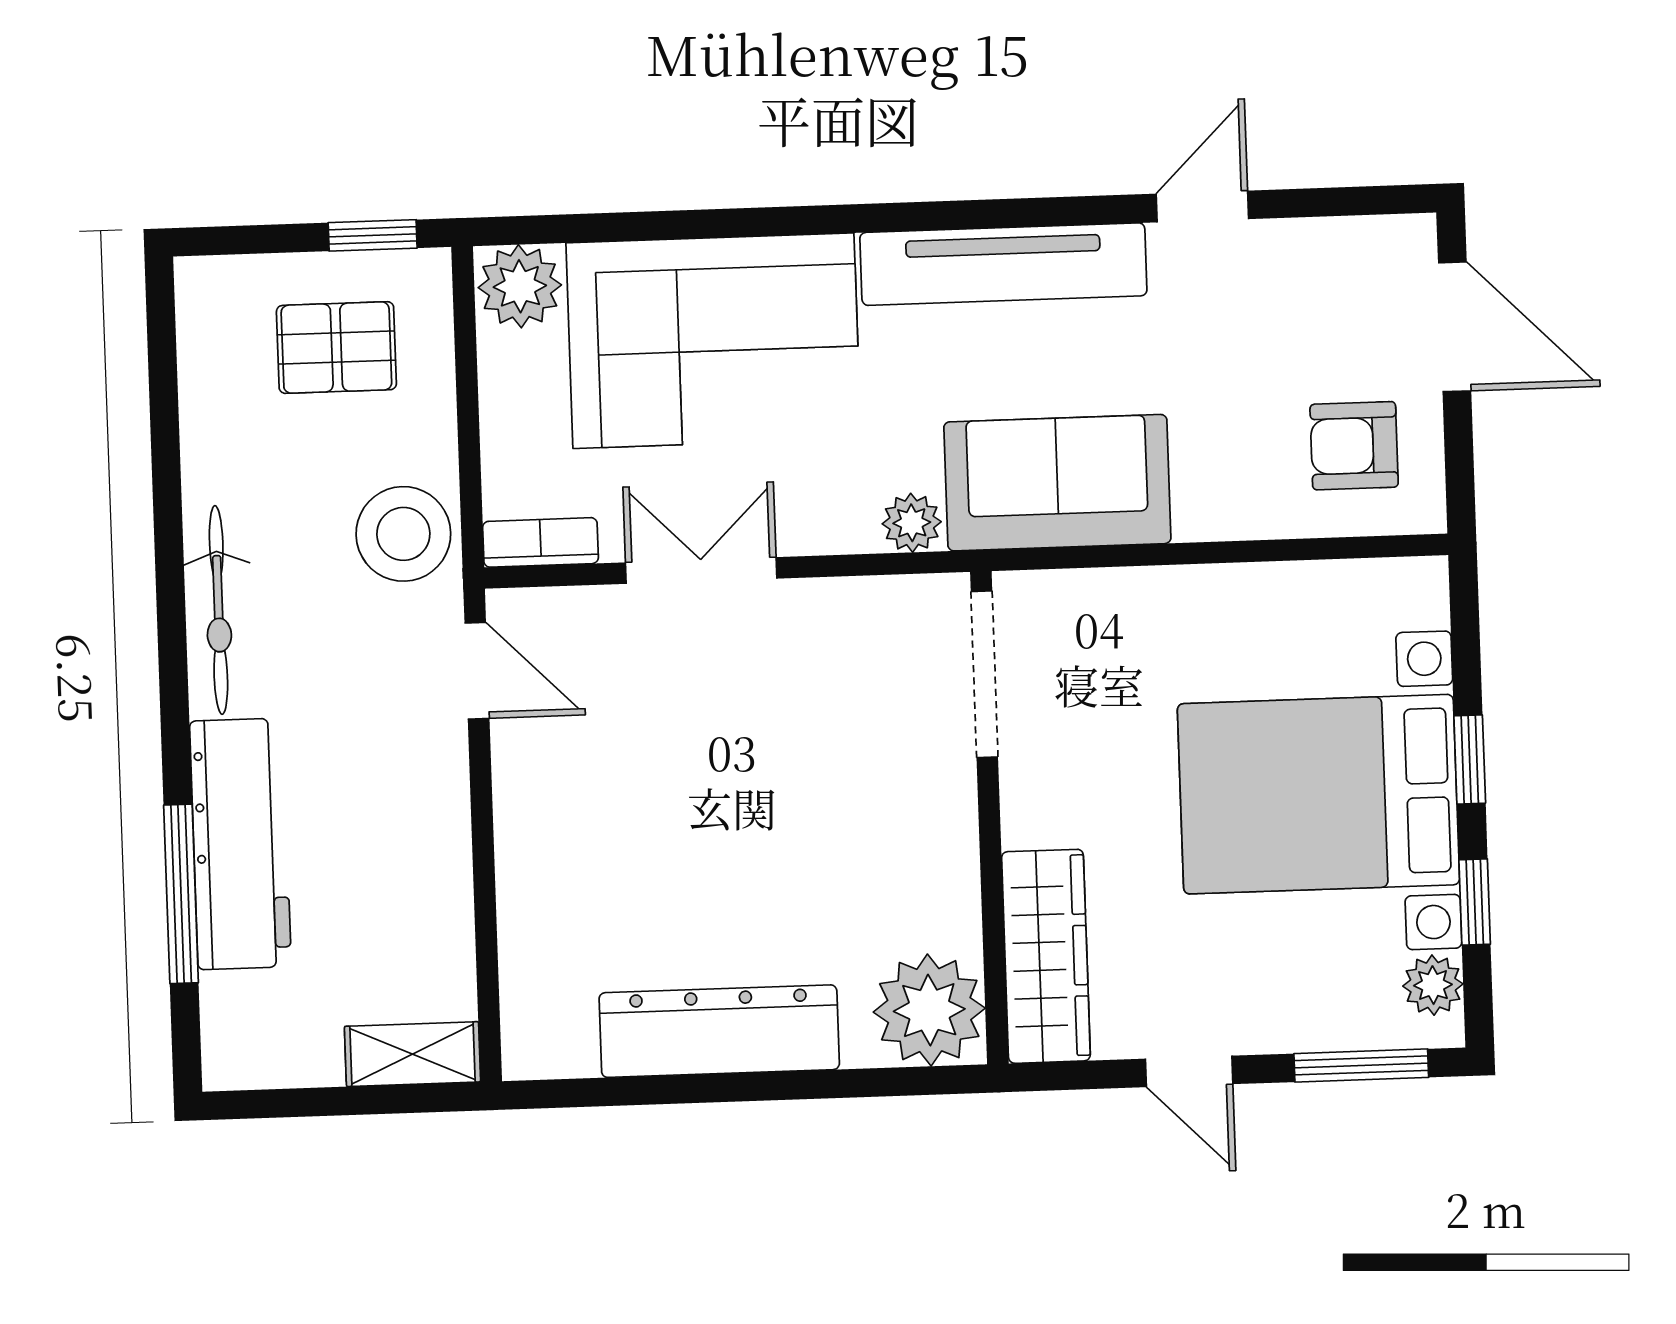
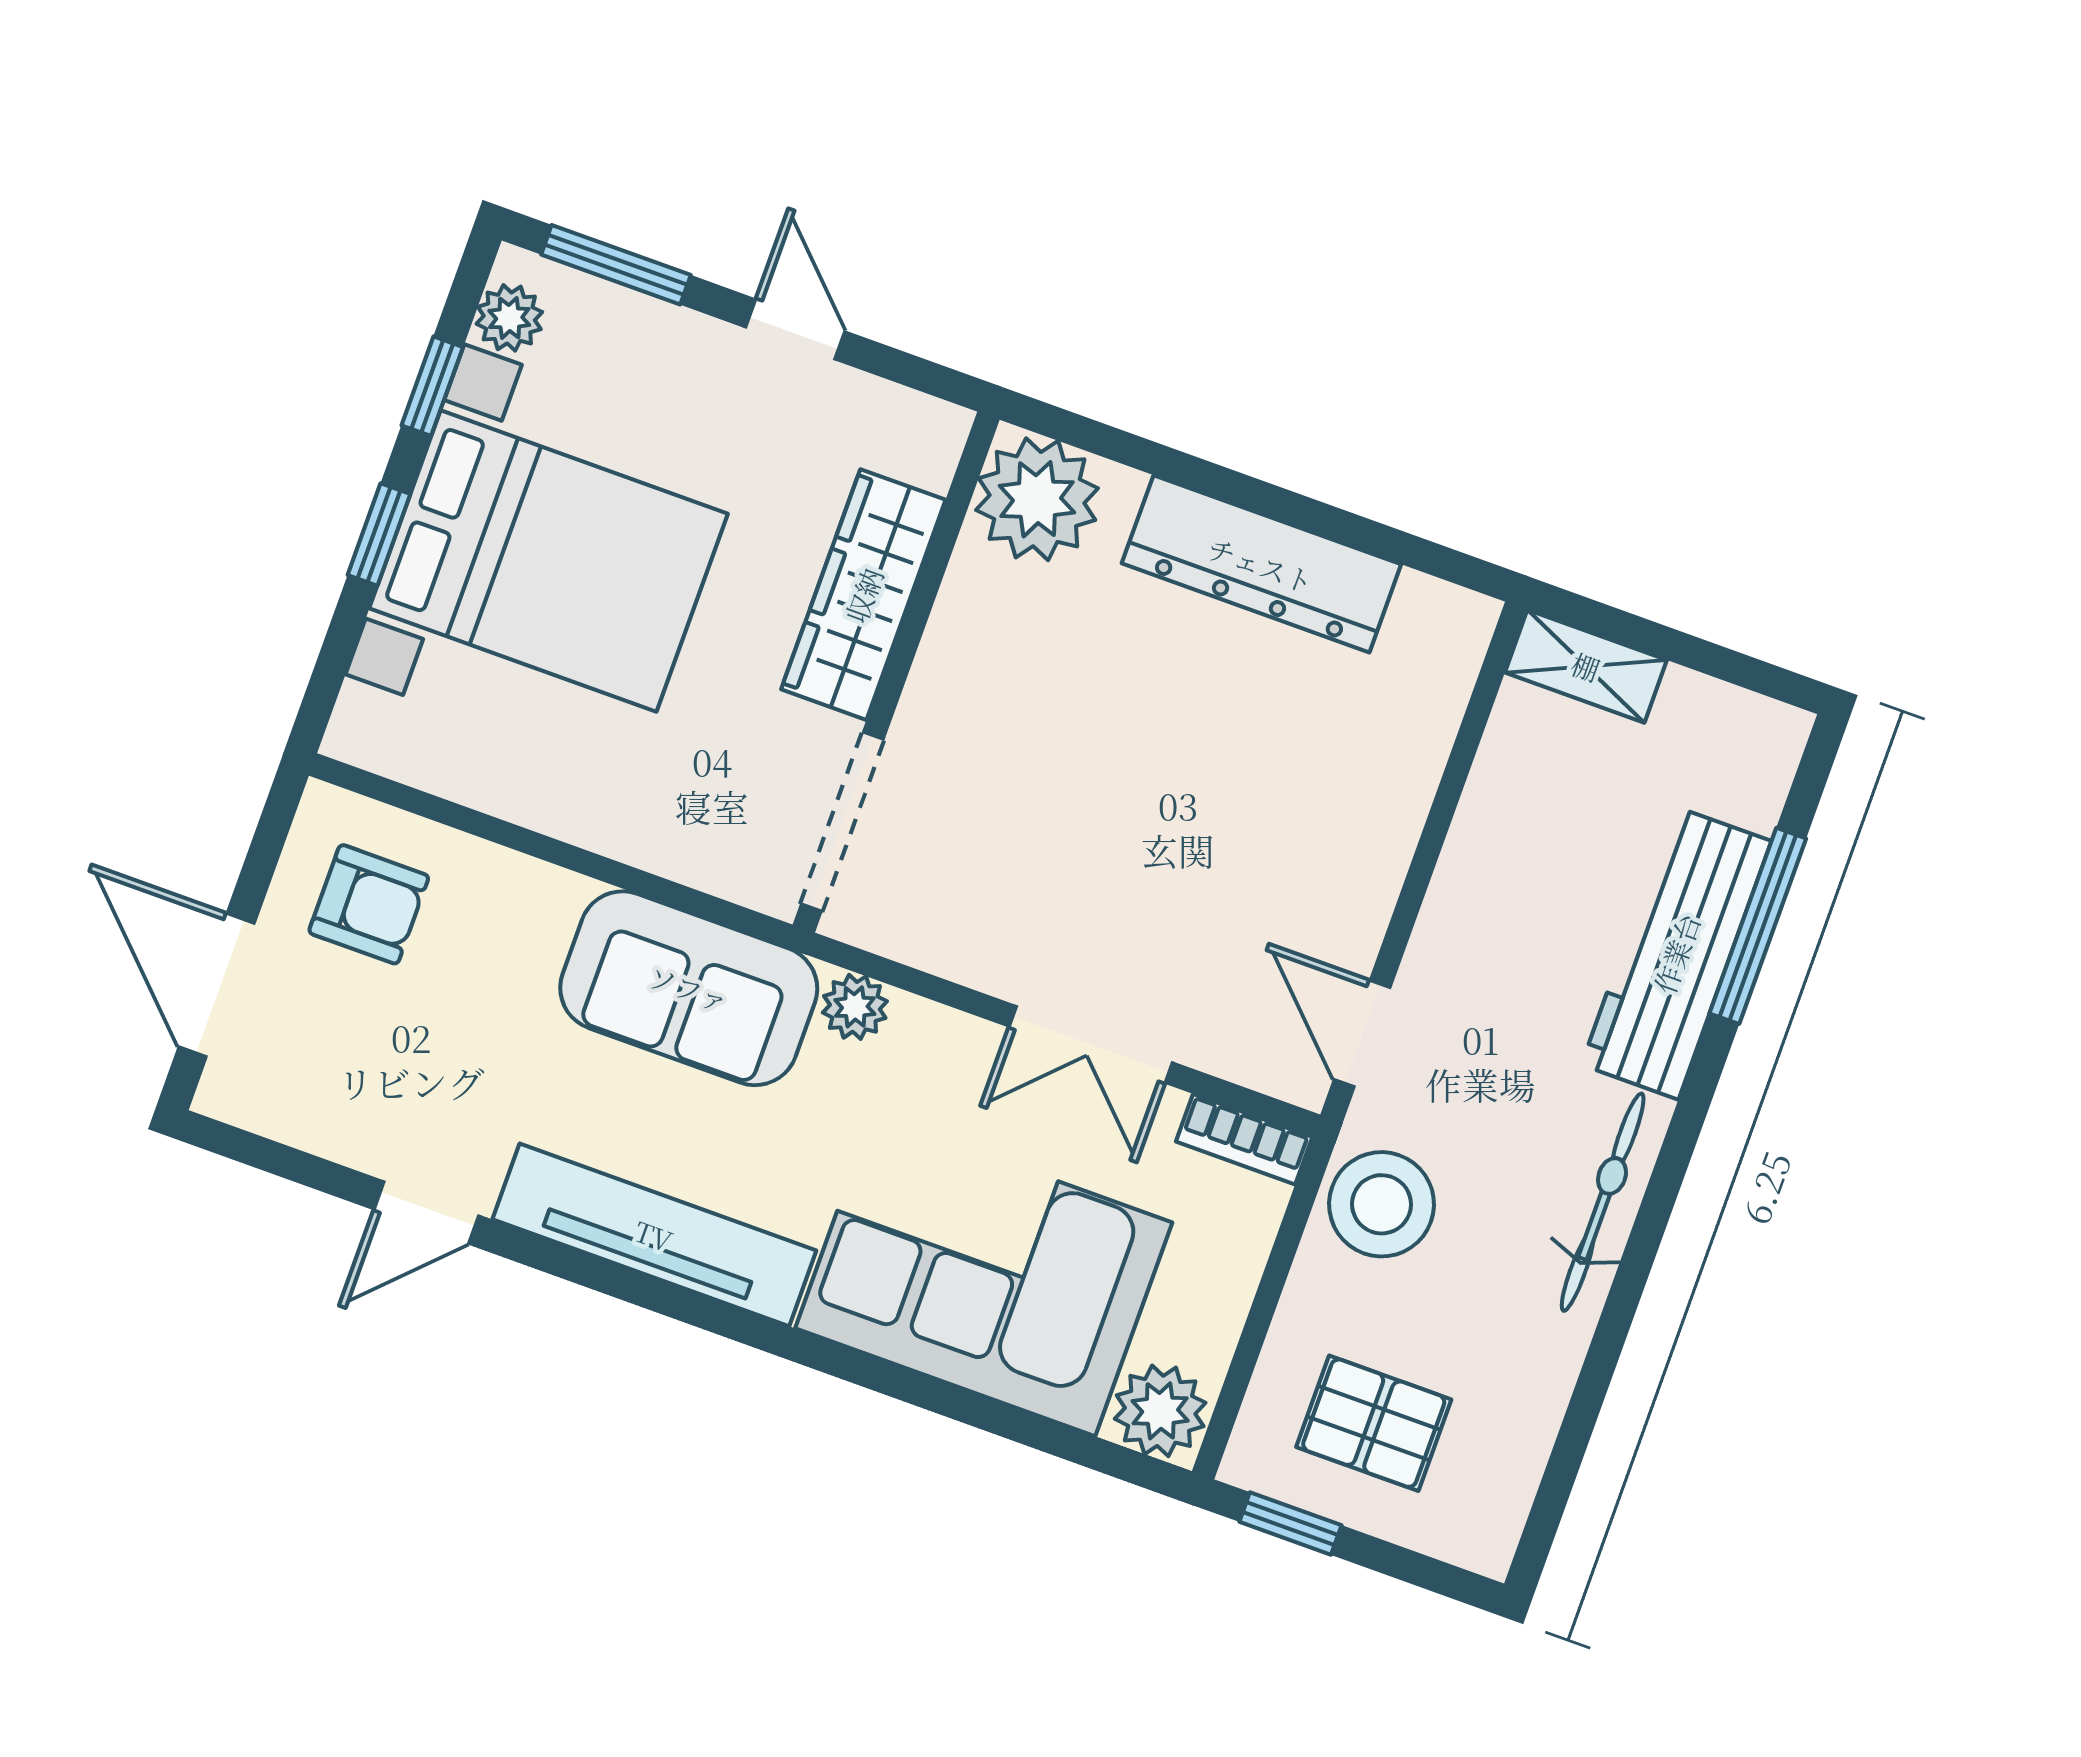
wardrobe: (1046, 956) -> (863, 595), moved

